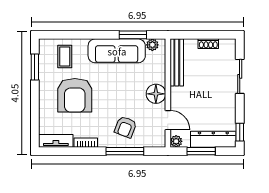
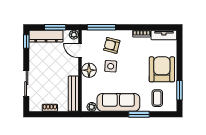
window: (133, 35) -> (139, 114), moved
armchair: (75, 95) -> (162, 69), moved
side table: (127, 99) -> (111, 66), added
armchair: (126, 127) -> (112, 45), turned -97
window: (125, 151) -> (101, 27), moved

